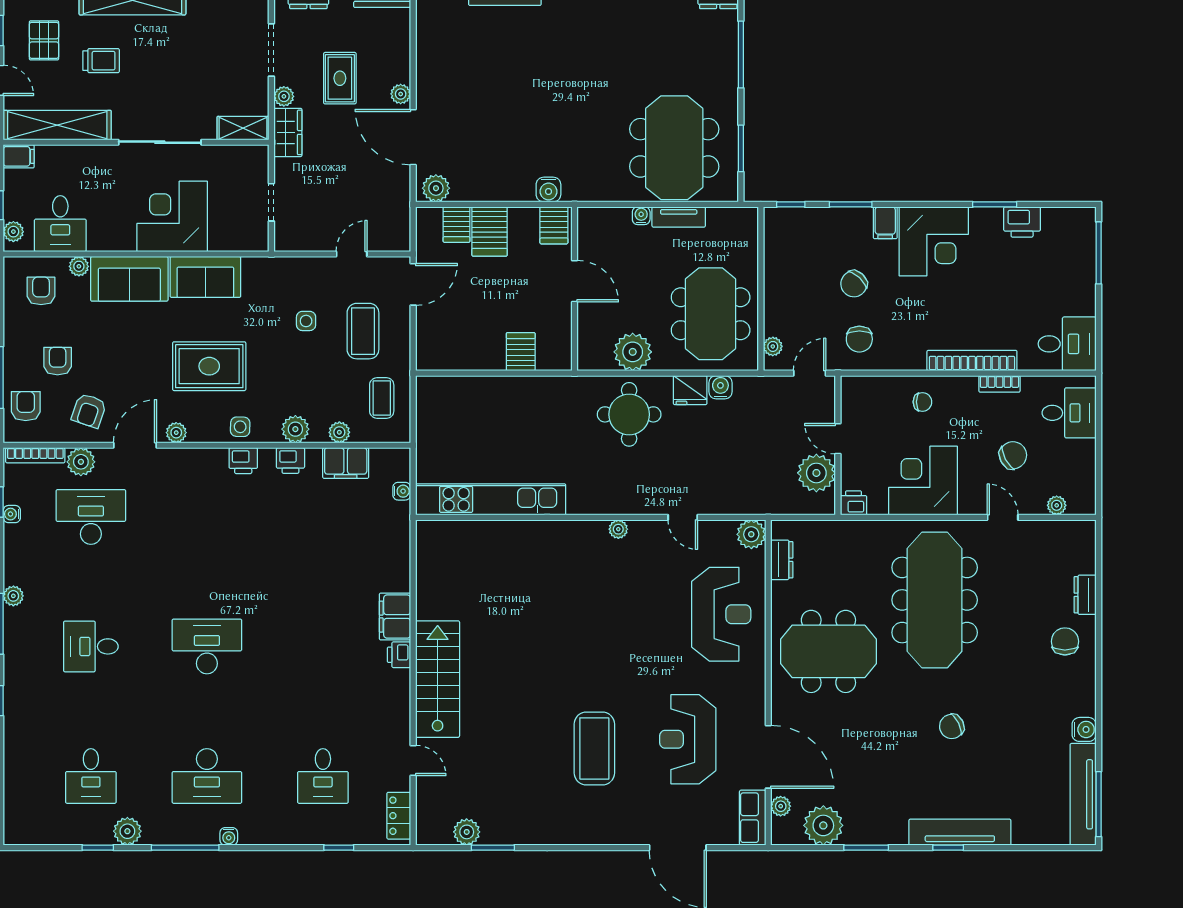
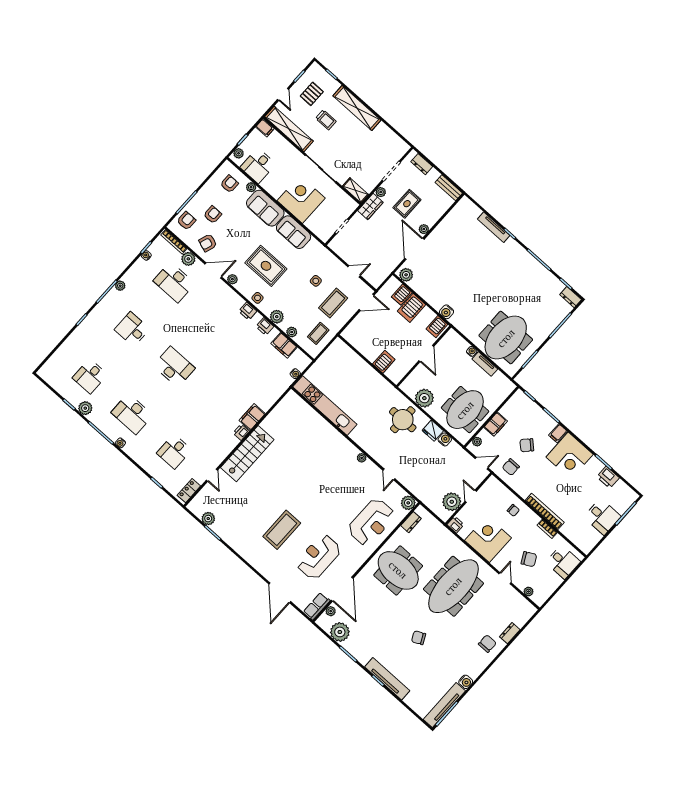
filing cabinet: (777, 294) -> (496, 424), added
desk: (1067, 344) -> (602, 517), moved
desk: (91, 517) -> (174, 282), turned 180

